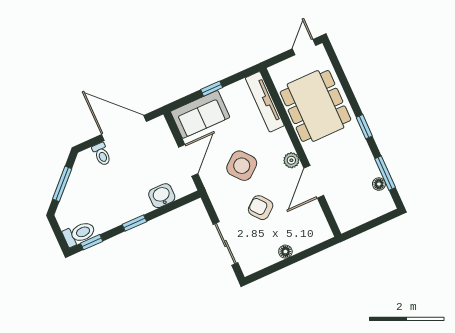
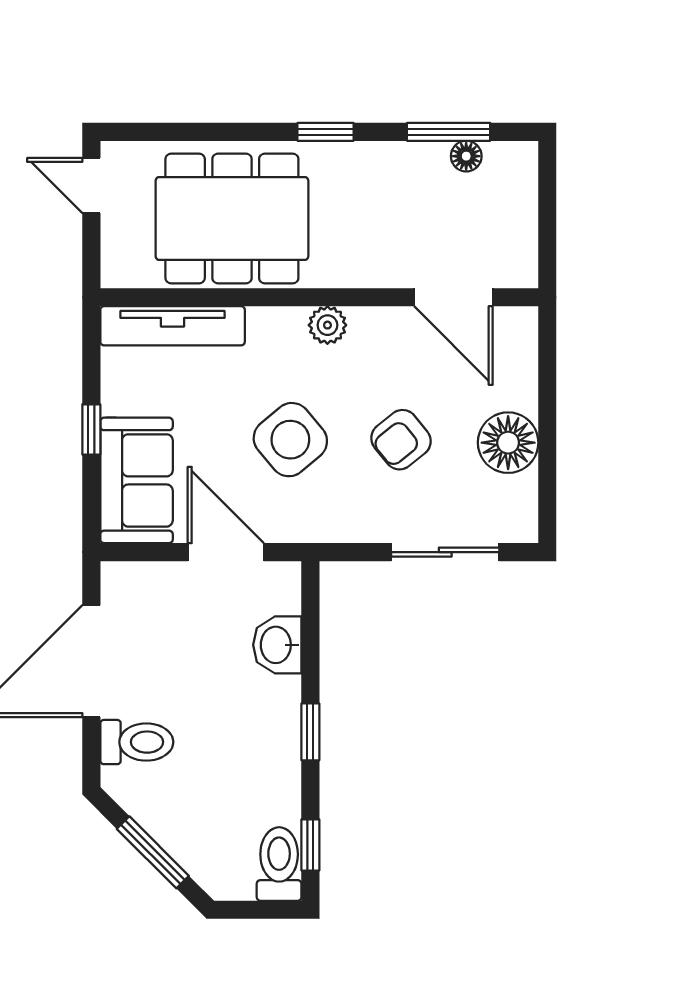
toilet: (102, 154) -> (137, 742), width x1.37, depth x1.39
door: (314, 182) -> (453, 297), moved
floor lamp: (285, 252) -> (508, 443), width x1.89, depth x1.89

